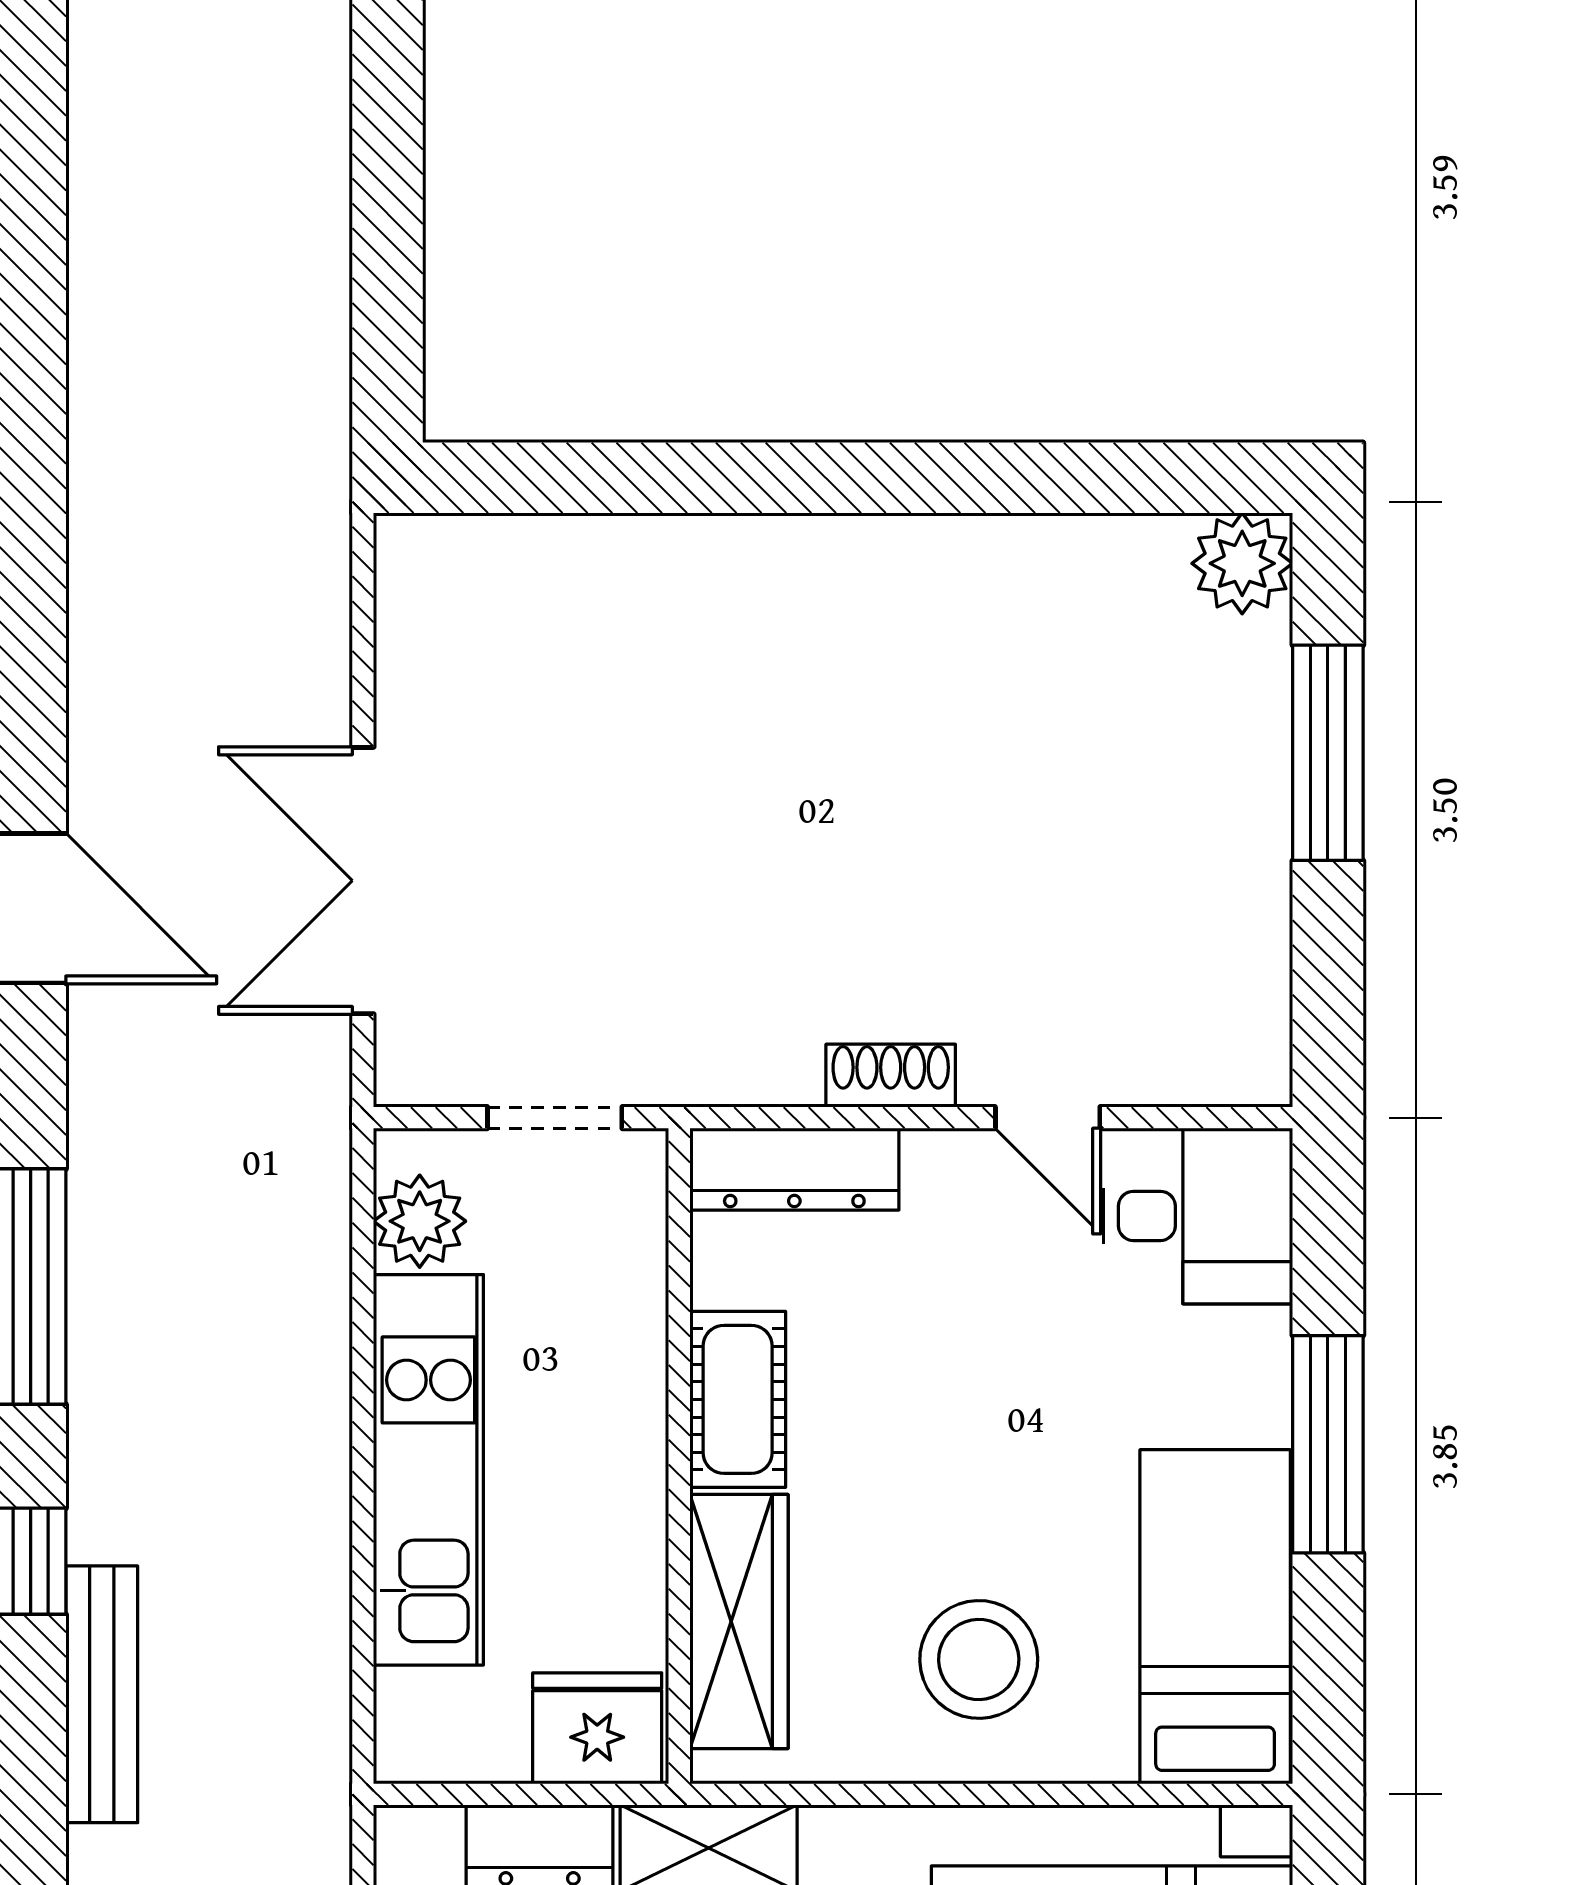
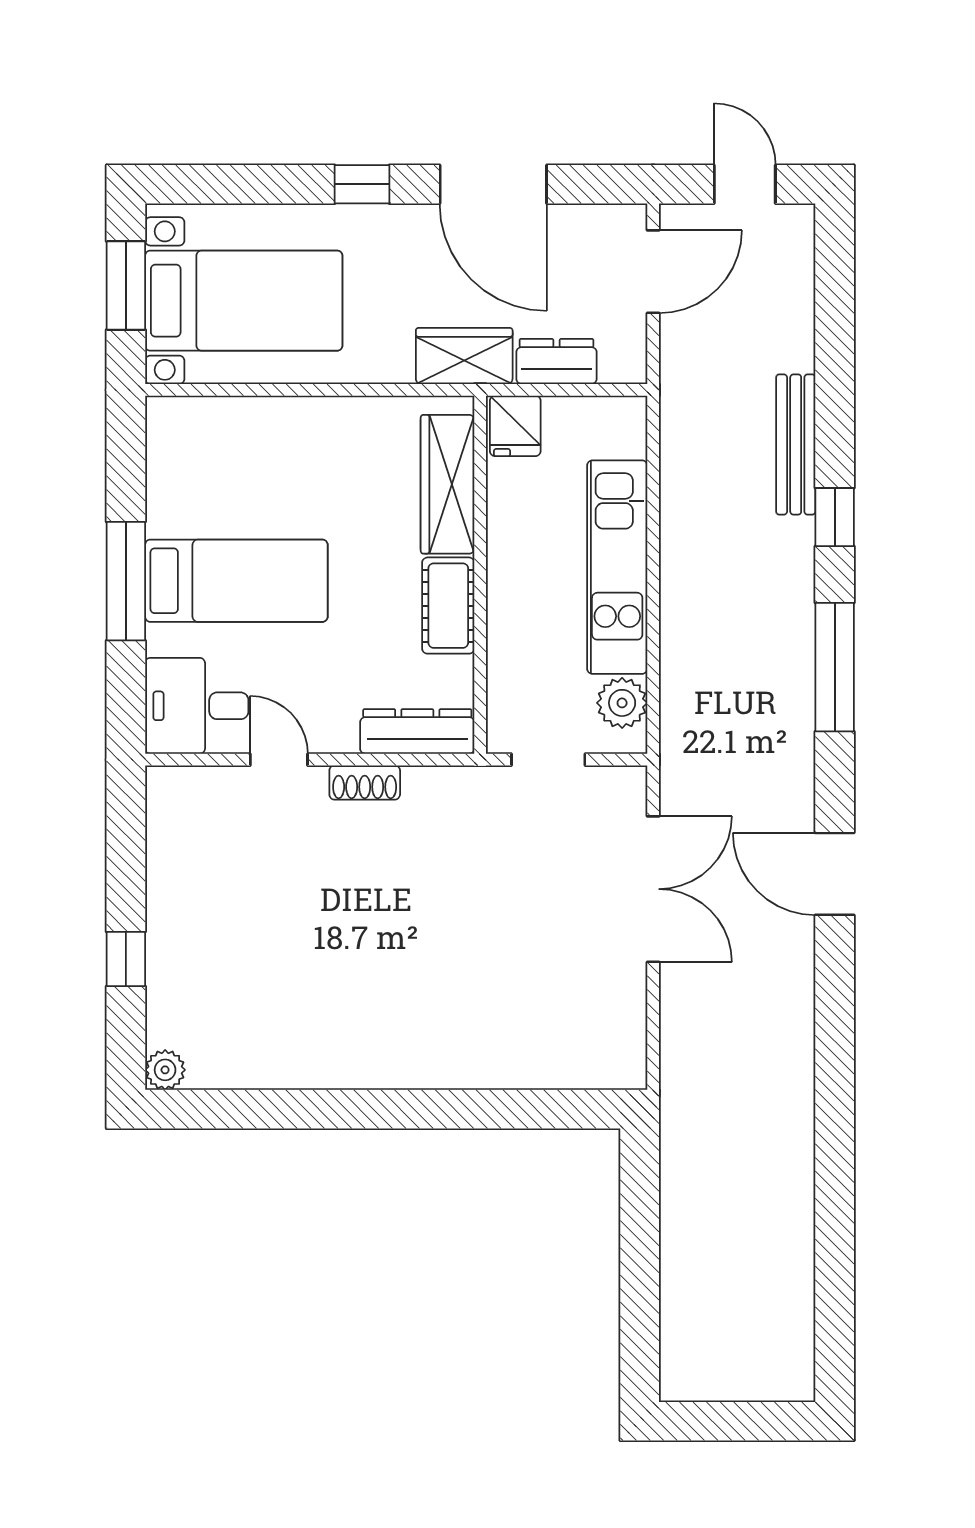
plant: (1242, 563) -> (165, 1070), width x0.73, depth x0.73
window: (1328, 753) -> (126, 959), width x0.46
bed: (1215, 1617) -> (236, 581), moved, turned -90
stool: (979, 1659) -> (317, 463), removed
fridge: (597, 1728) -> (515, 426), width x0.72

